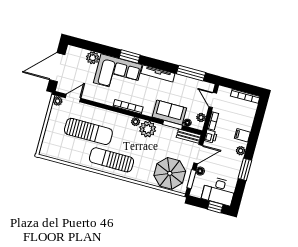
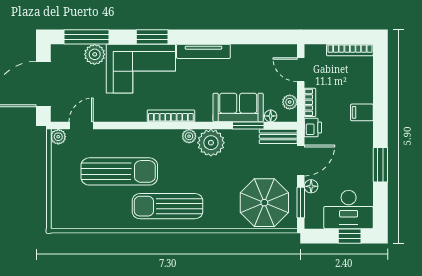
window: (191, 73) -> (86, 37), moved
plant: (241, 151) -> (366, 137), removed

